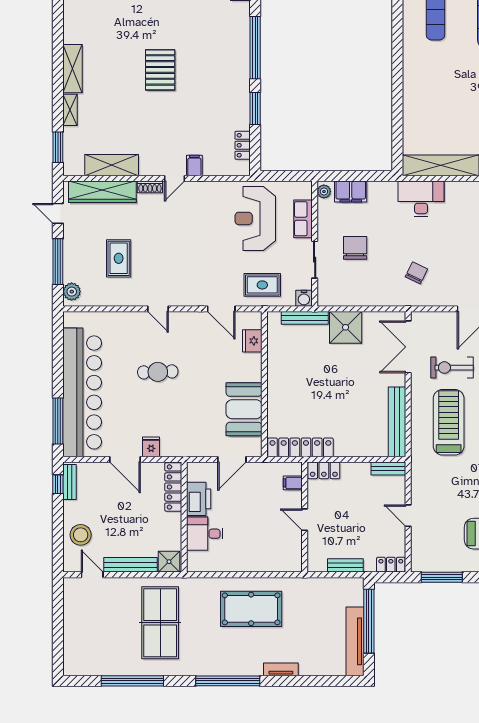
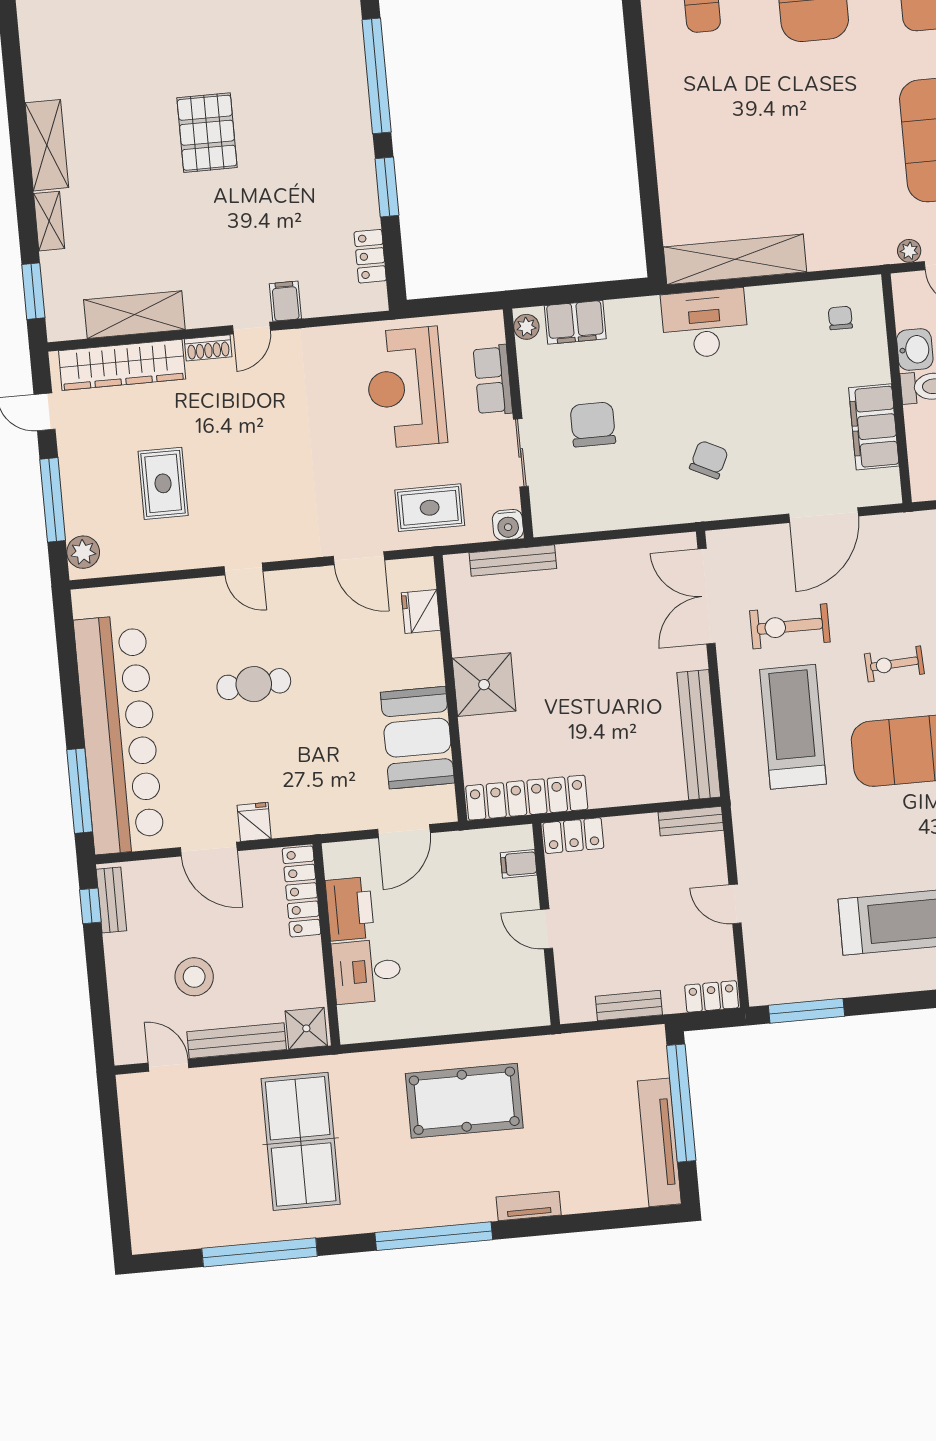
shower: (346, 327) -> (484, 685), moved
stool: (81, 535) -> (194, 977), moved

